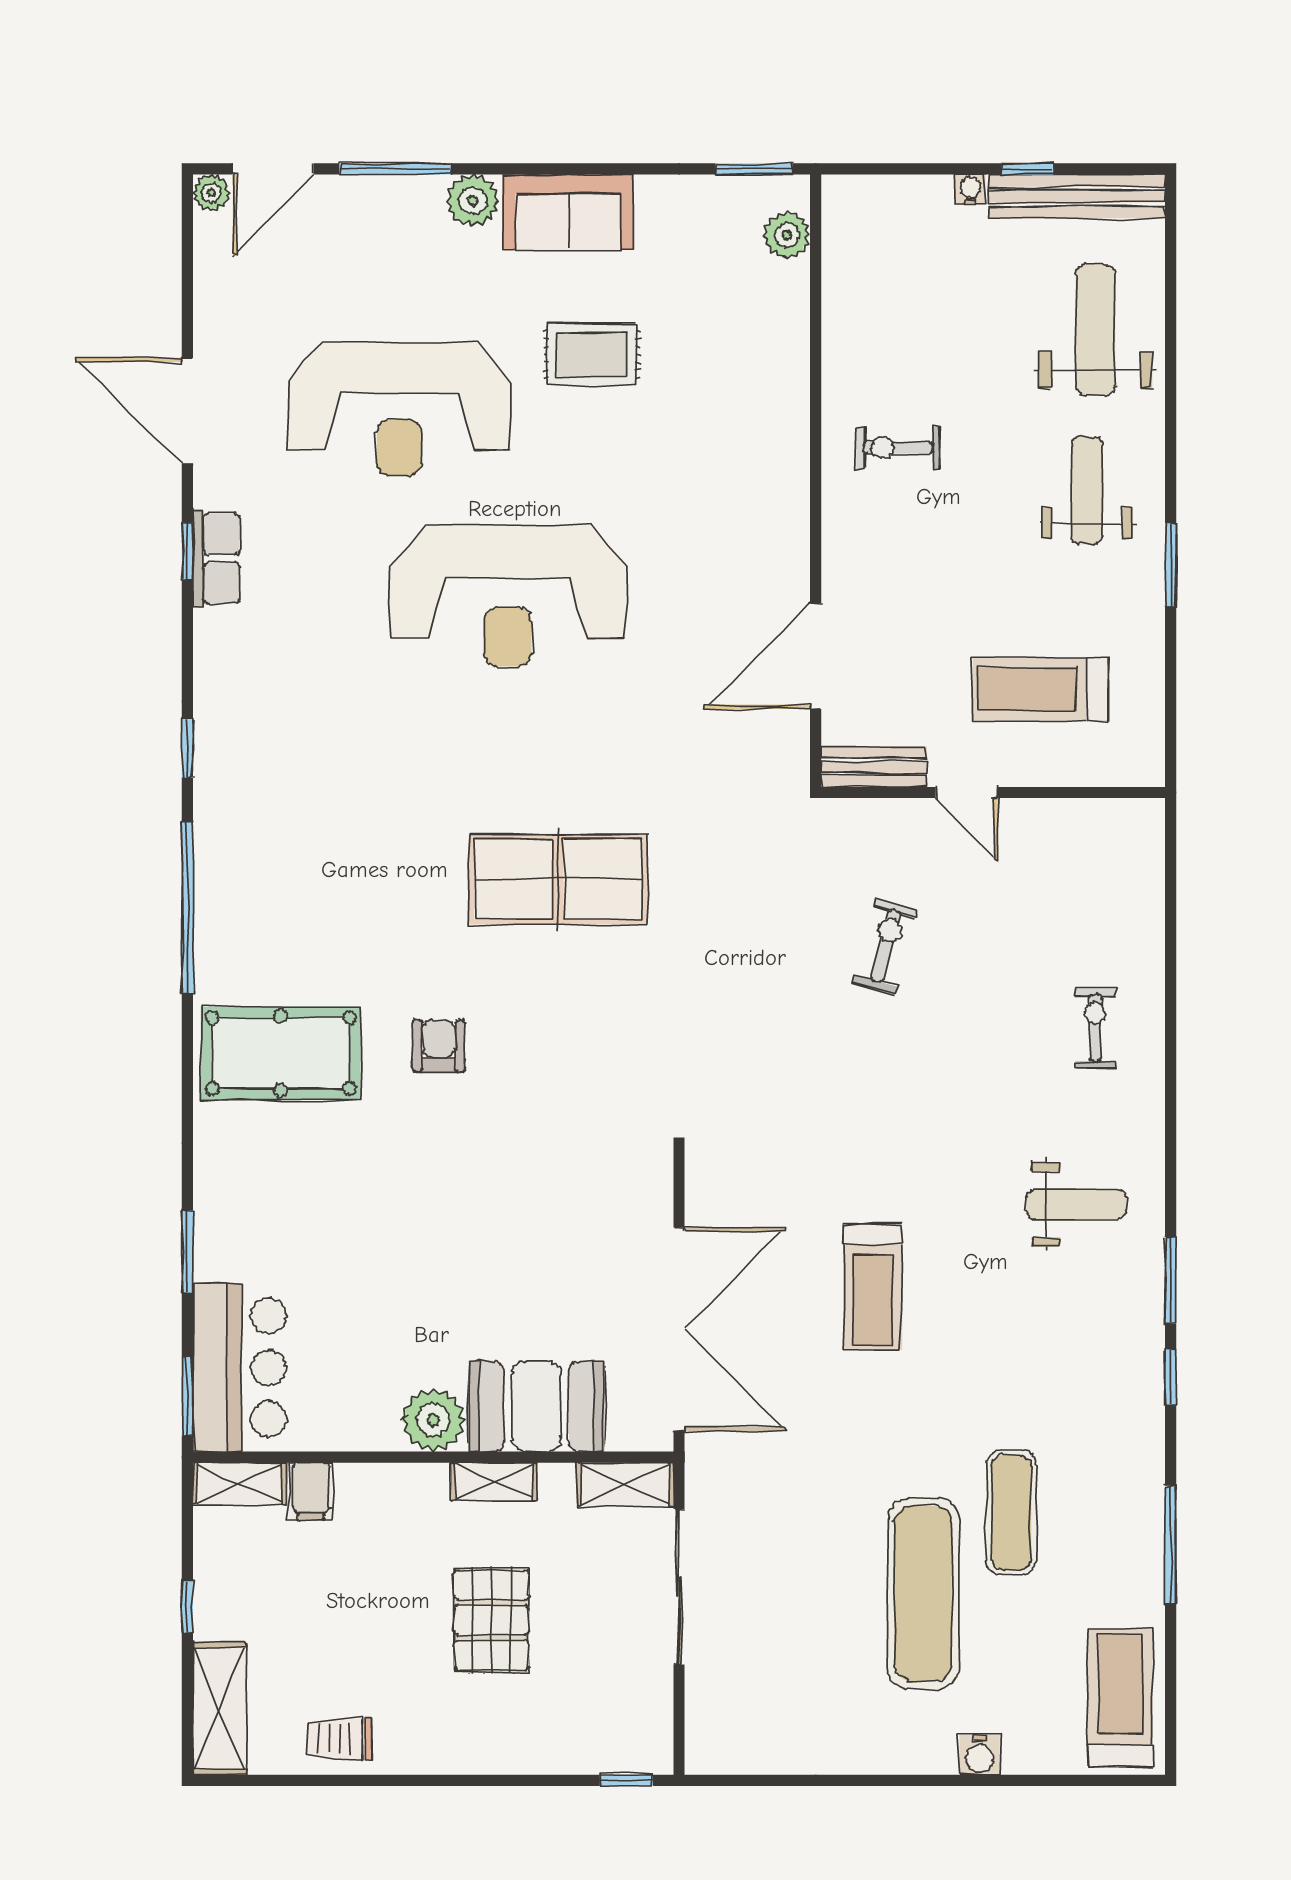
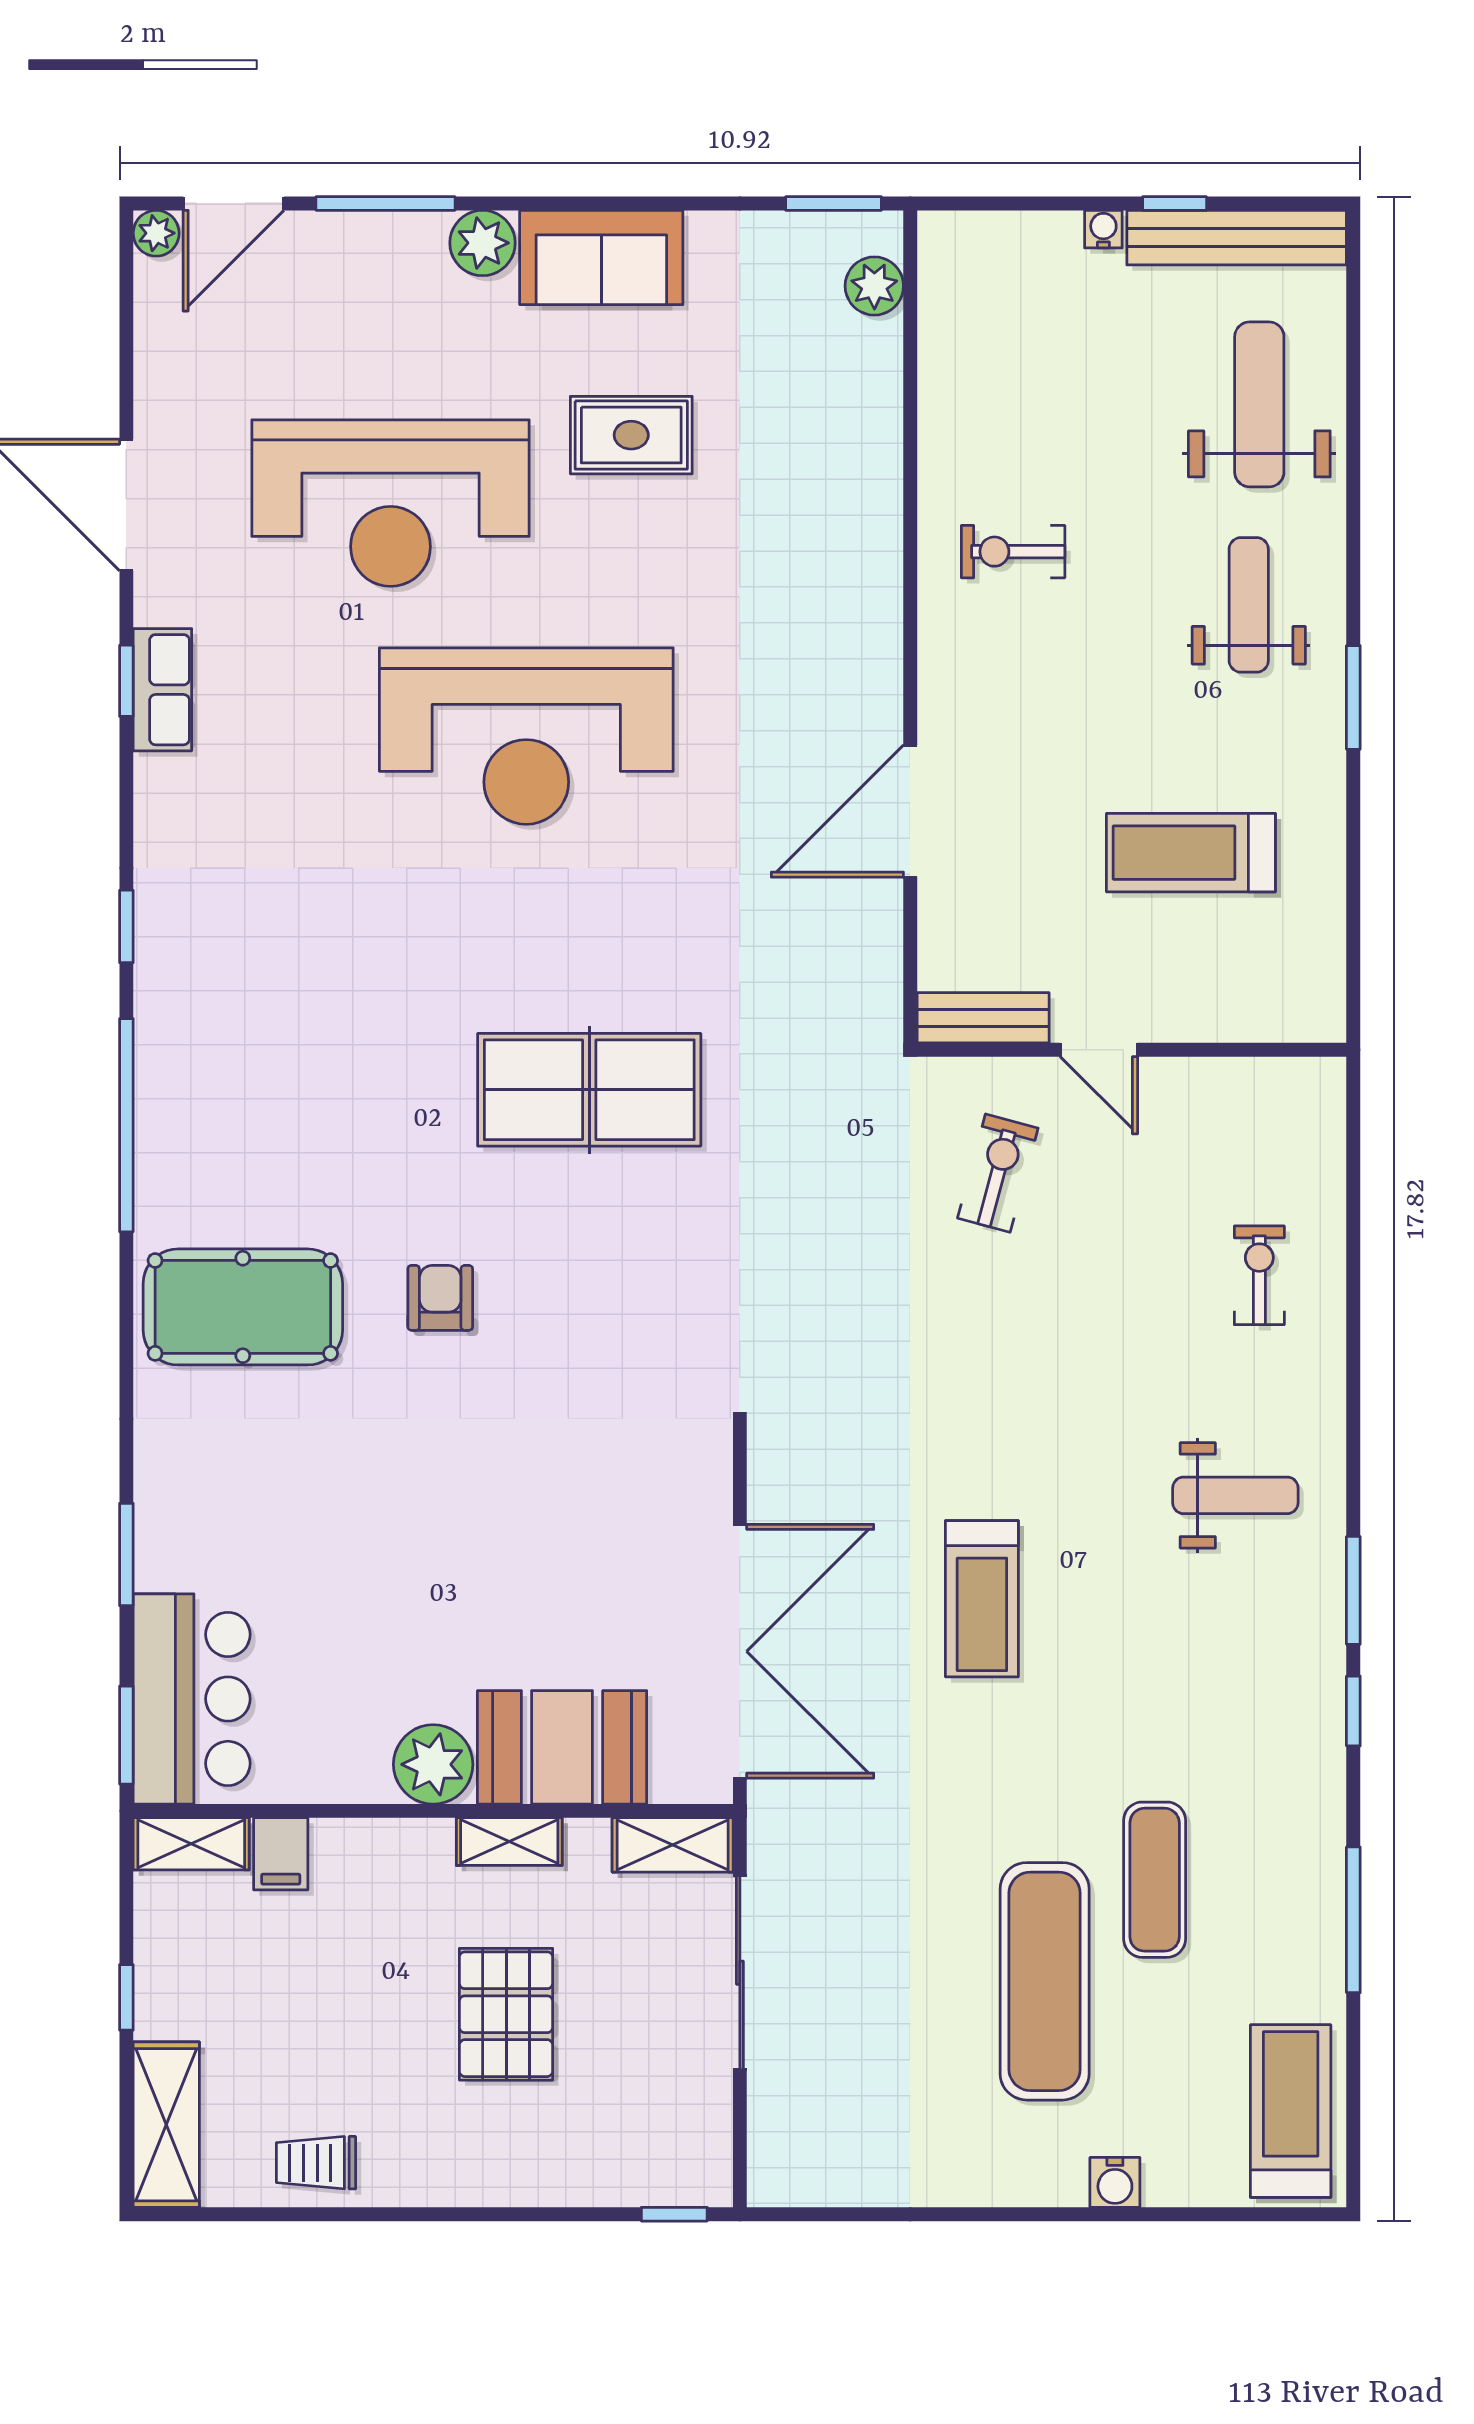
bench: (874, 767) -> (983, 1018), moved
door: (967, 793) -> (1099, 1050), moved
wall: (993, 793) -> (1132, 1050), moved

